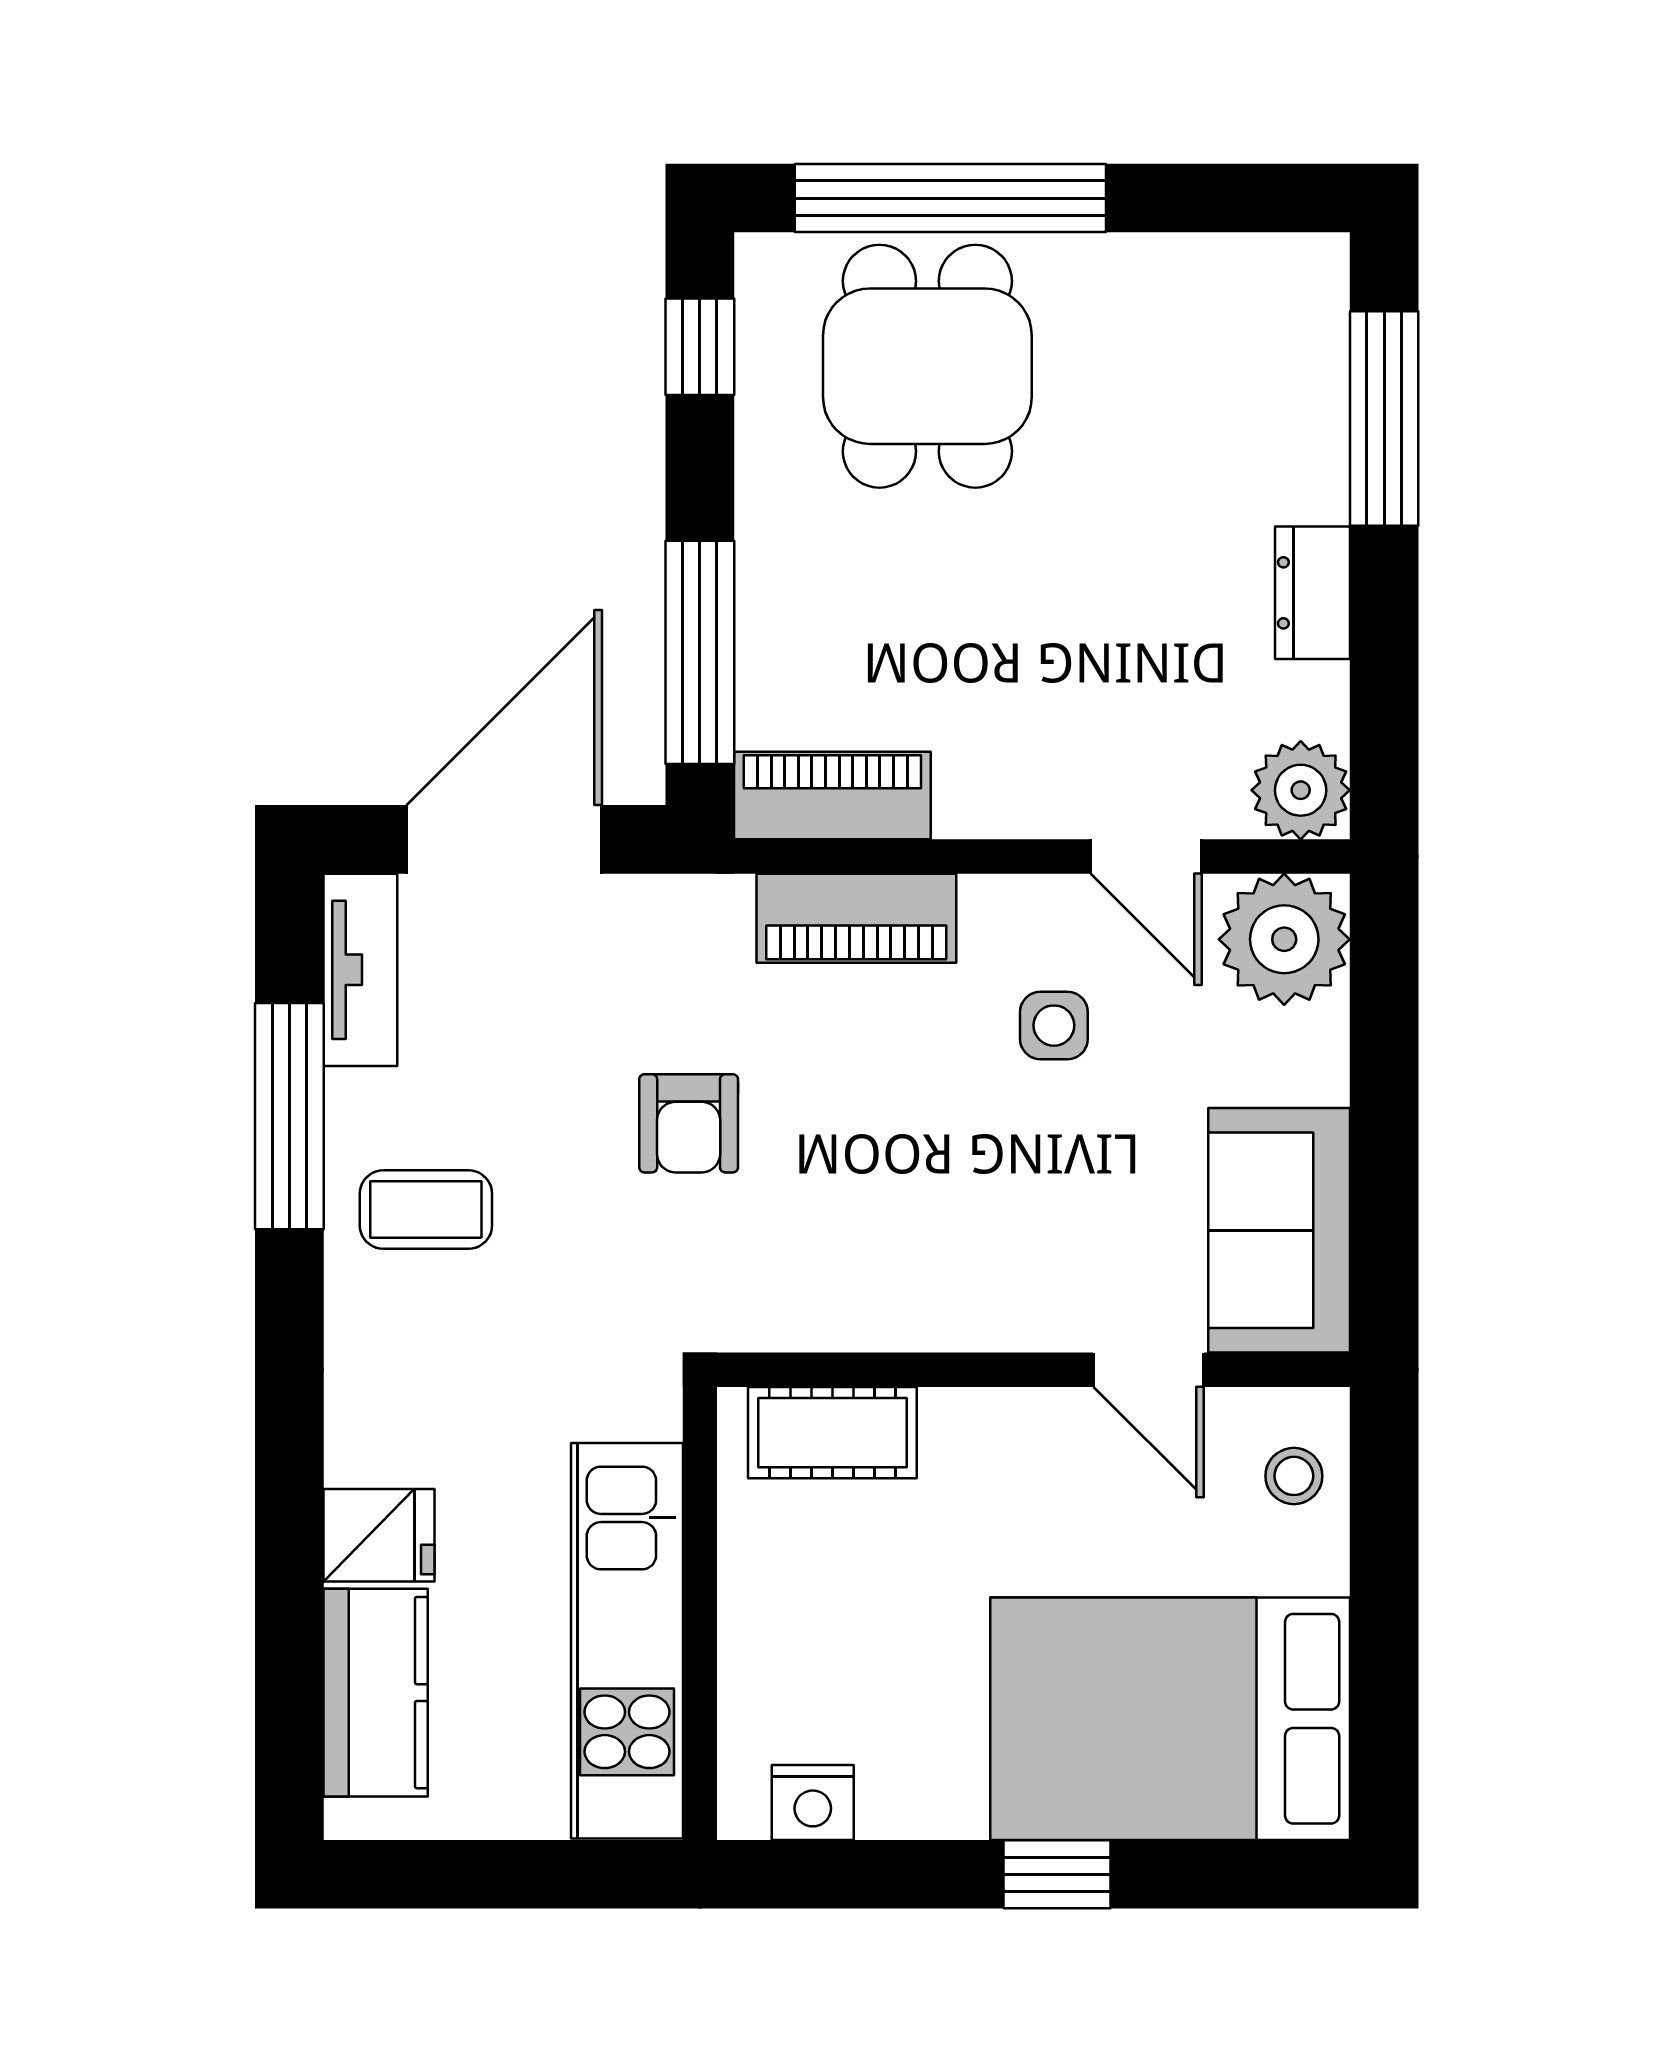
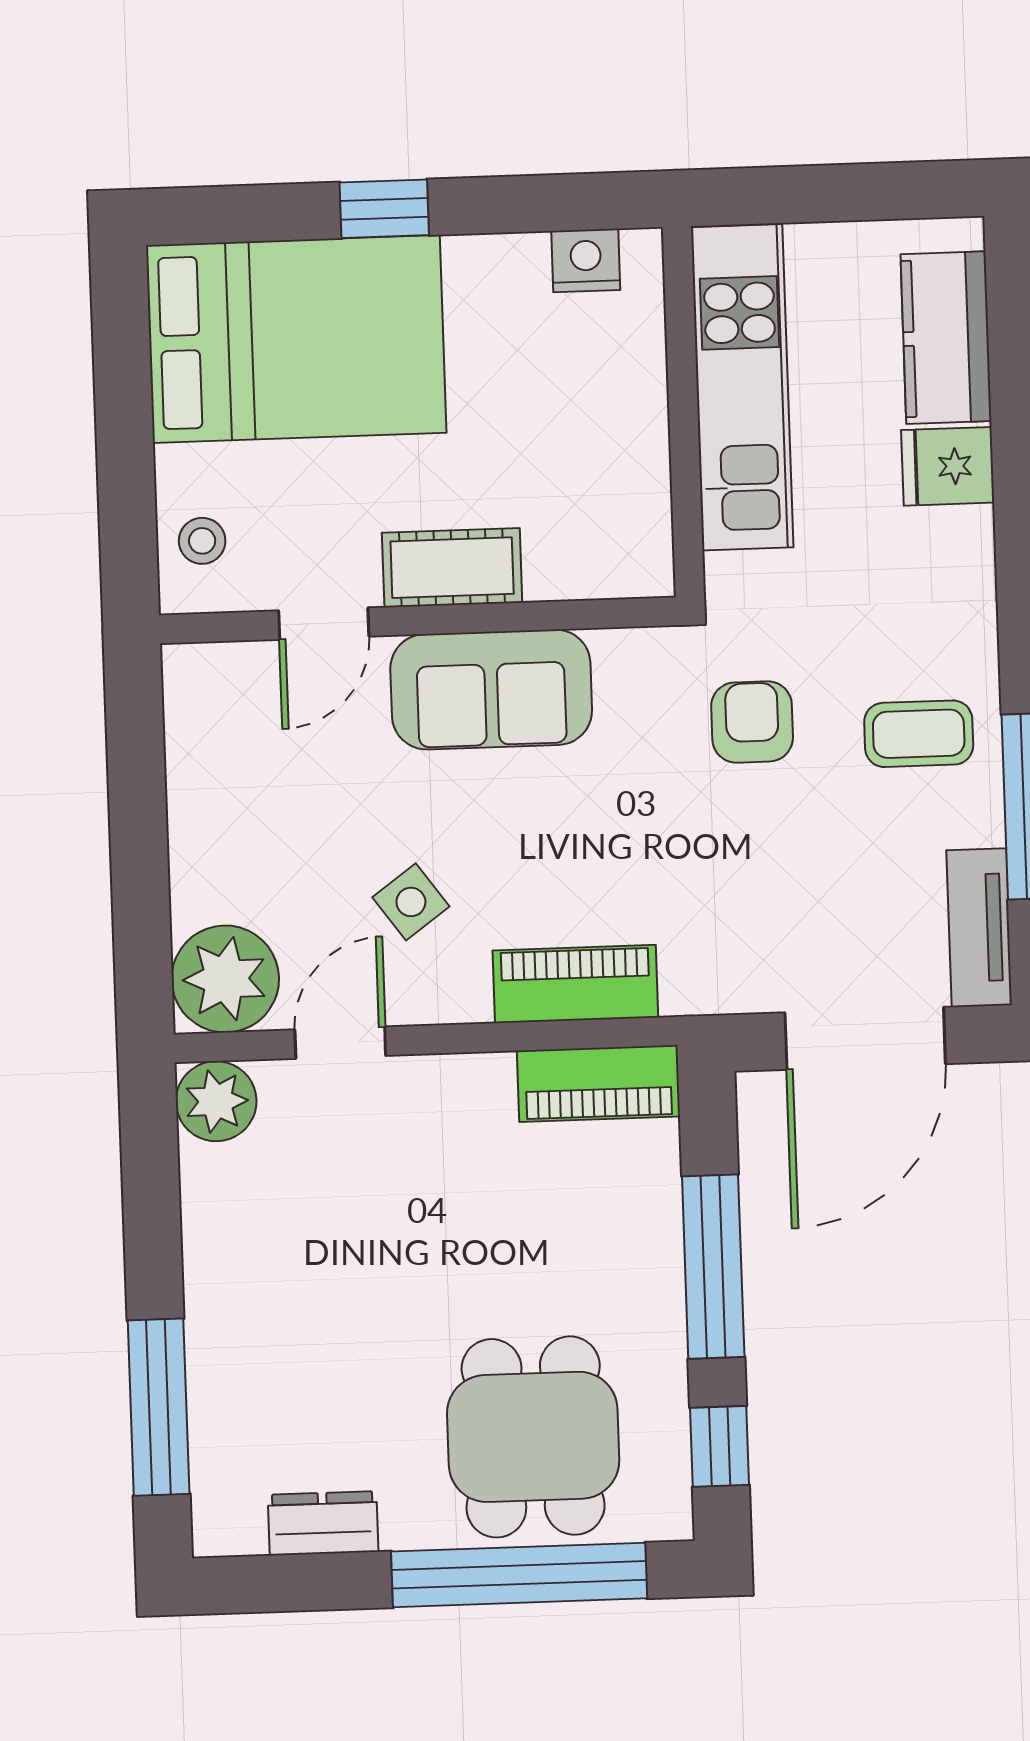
dresser: (1313, 593) -> (323, 1523), moved, turned -90
window: (700, 652) -> (713, 1267), moved
door: (1146, 857) -> (340, 1043), hinge flipped
side table: (1054, 1026) -> (411, 902), turned -36
armchair: (689, 1123) -> (752, 722), moved
sofa: (1279, 1230) -> (491, 690), moved, turned 90
door: (1149, 1370) -> (324, 624), swing flipped
cot: (832, 1433) -> (452, 568), moved

